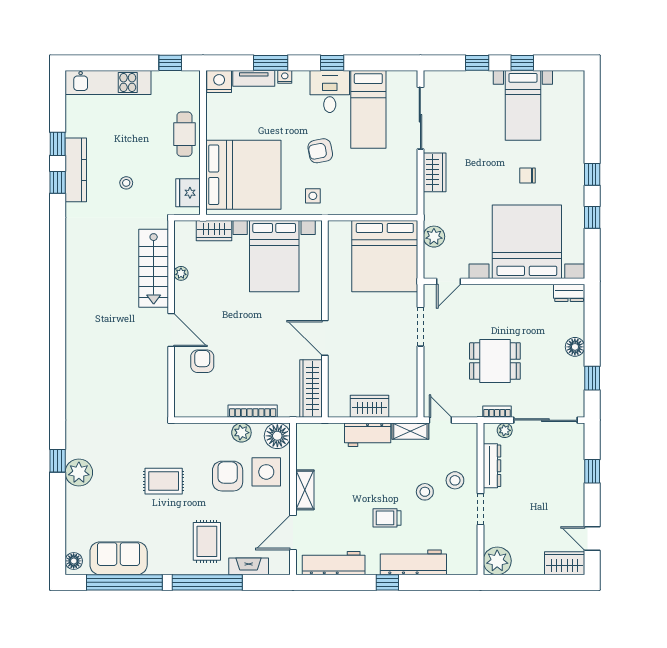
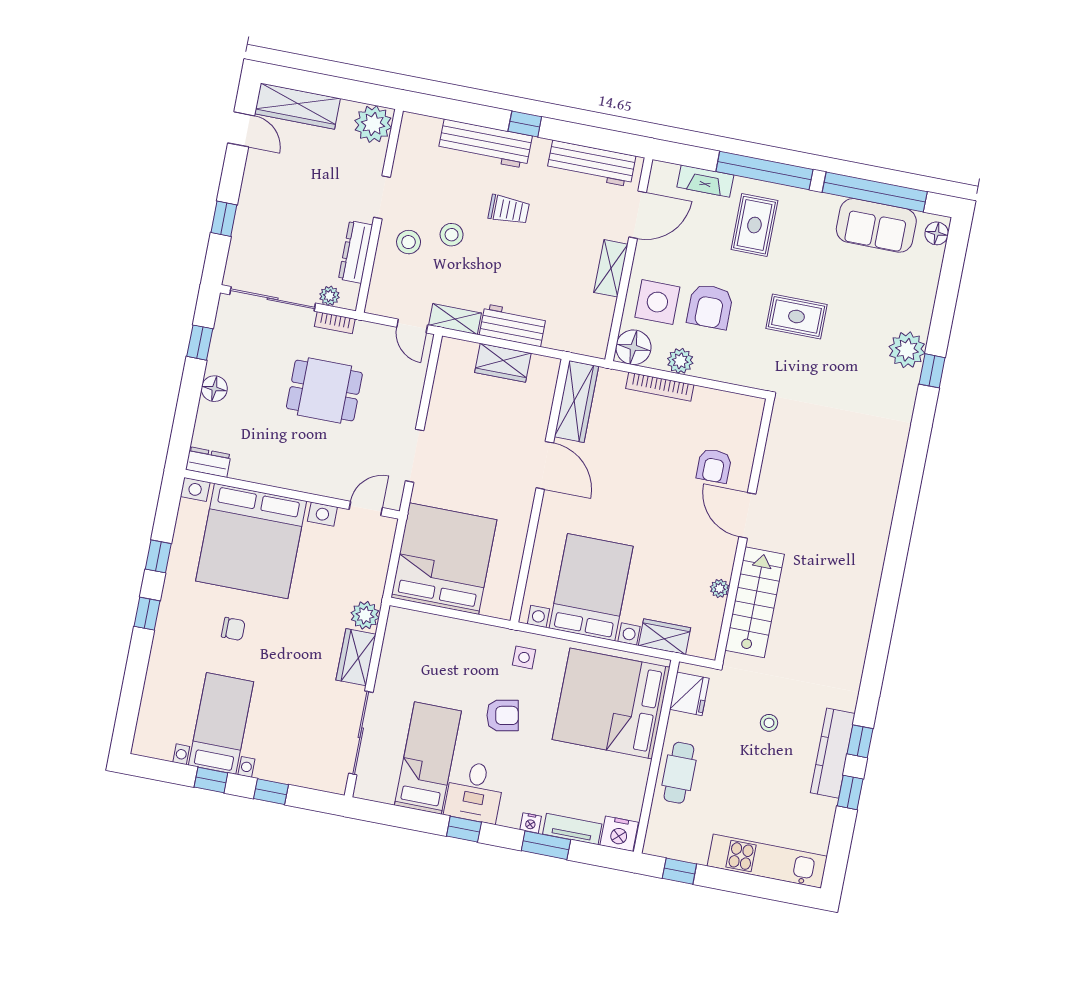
plant: (434, 237) -> (365, 615), moved
wardrobe: (565, 563) -> (297, 106), width x1.50

